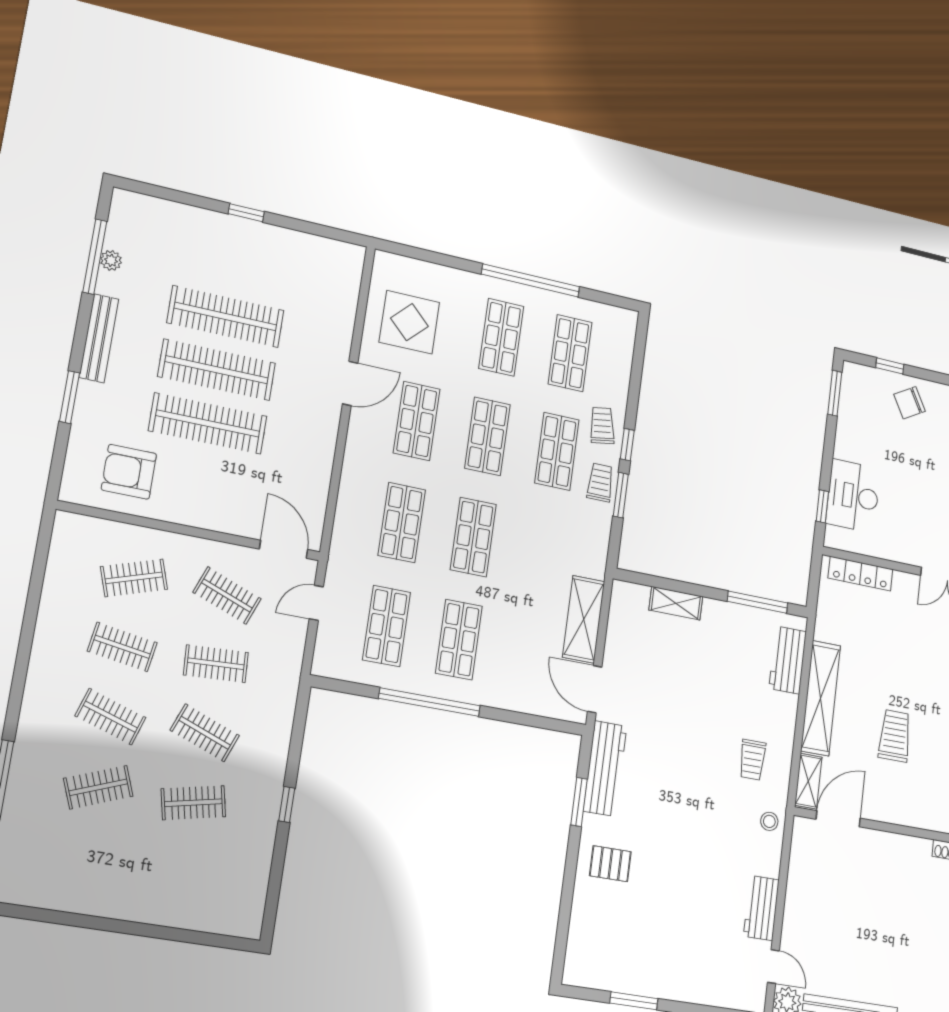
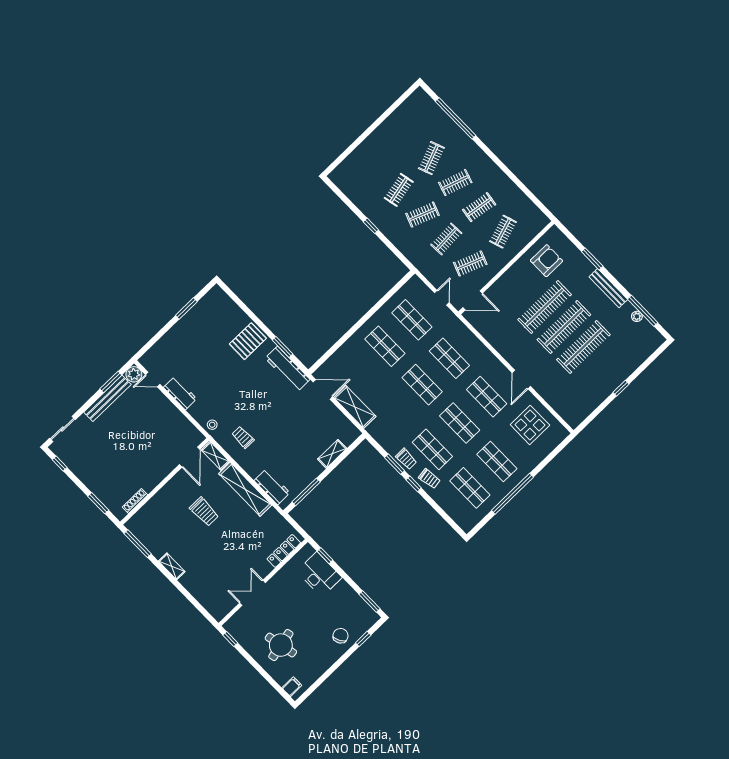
window: (429, 702) -> (369, 315), removed
pallet: (610, 864) -> (248, 341), width x1.50, depth x1.42

